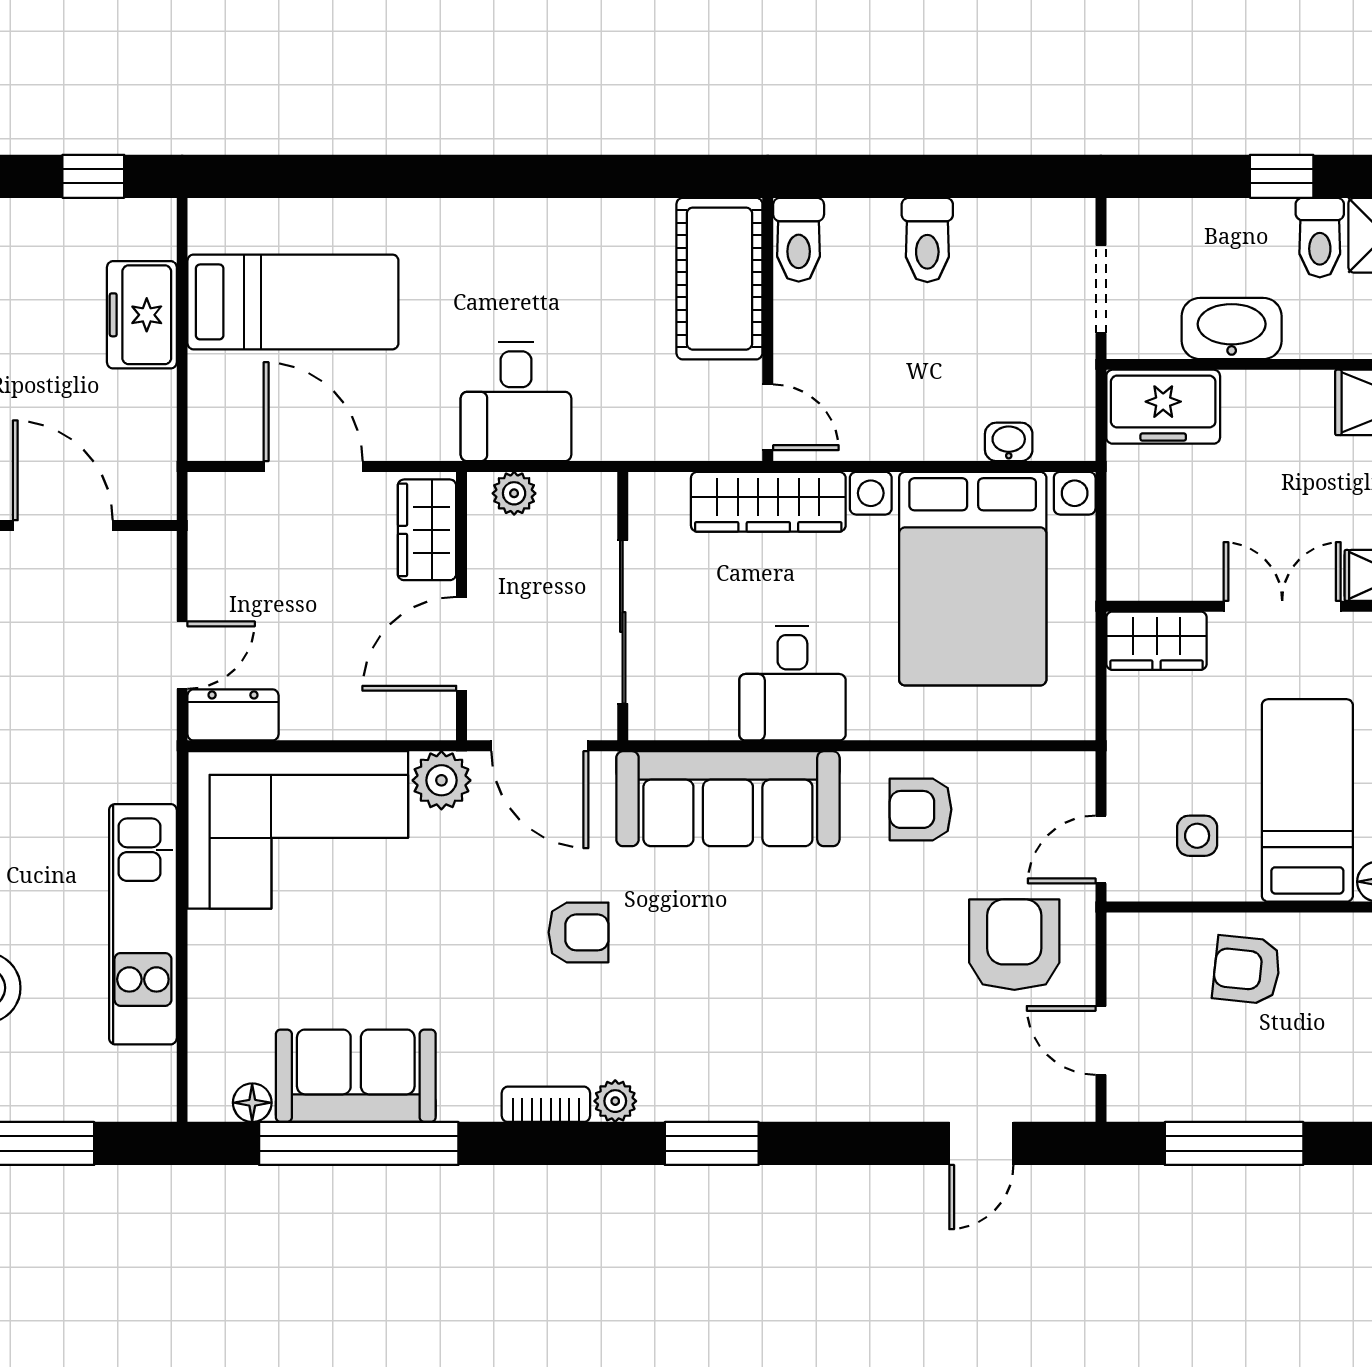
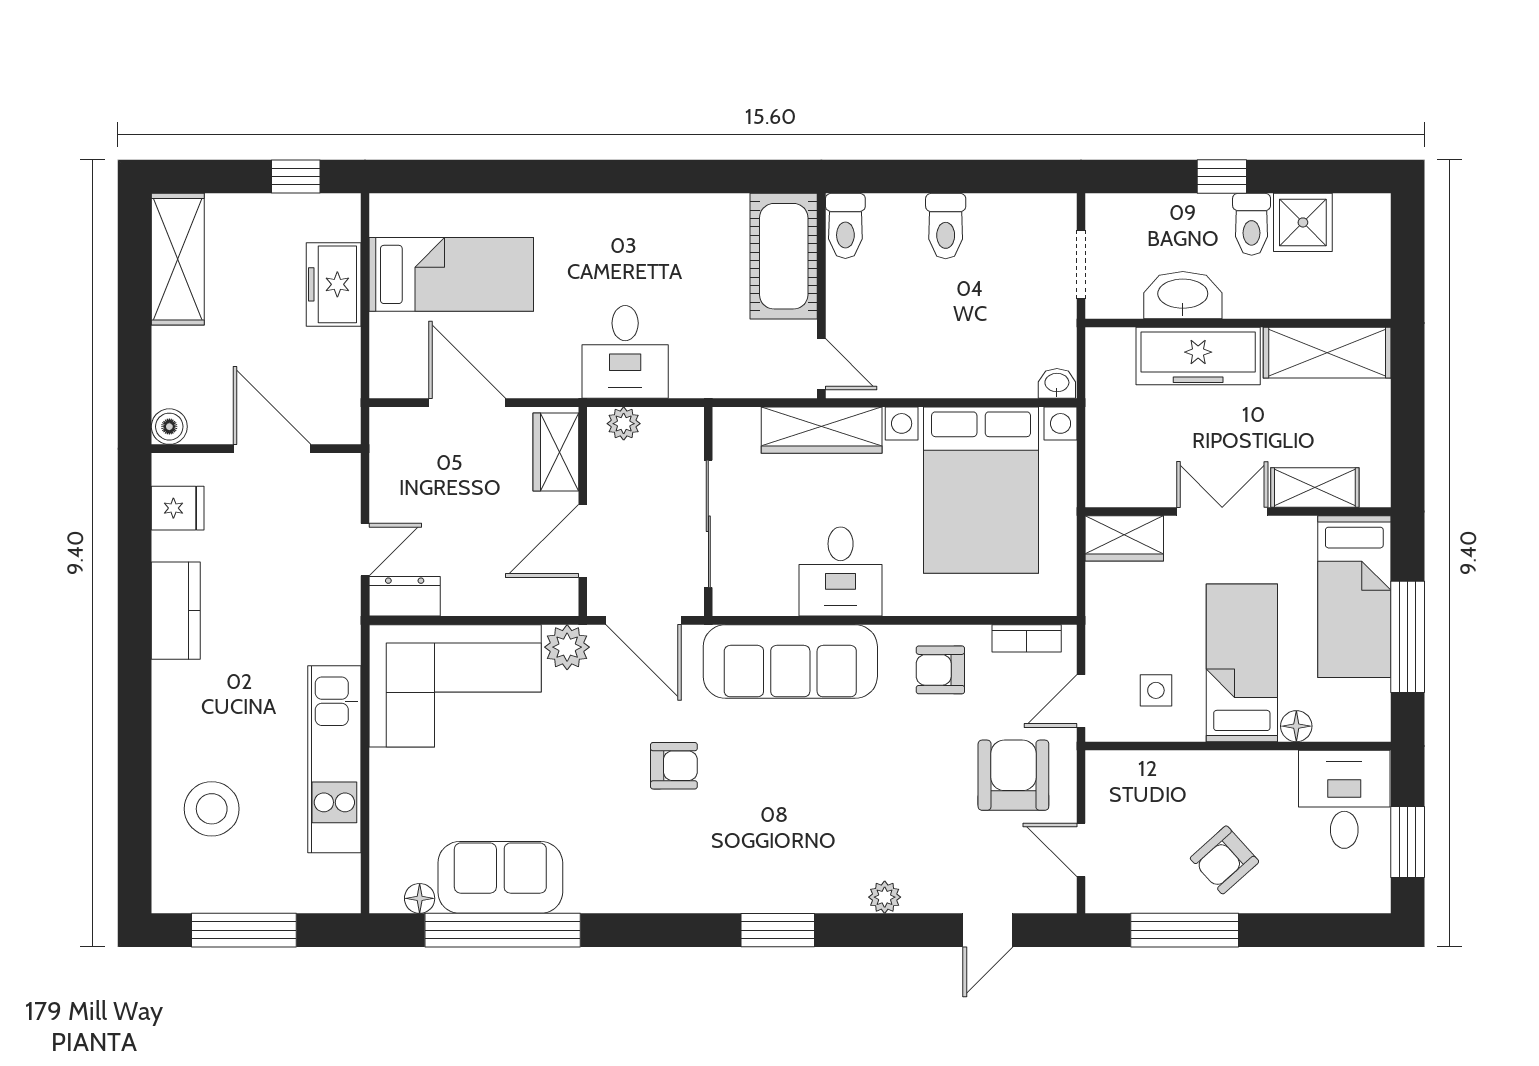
freezer: (1163, 407) -> (1198, 356), moved, width x1.40
washbasin: (1009, 442) -> (1057, 383), moved
armchair: (1247, 970) -> (1224, 860), moved, turned -48
plant: (615, 1101) -> (885, 897), moved
bookcase: (546, 1104) -> (1027, 638), moved, turned 180

